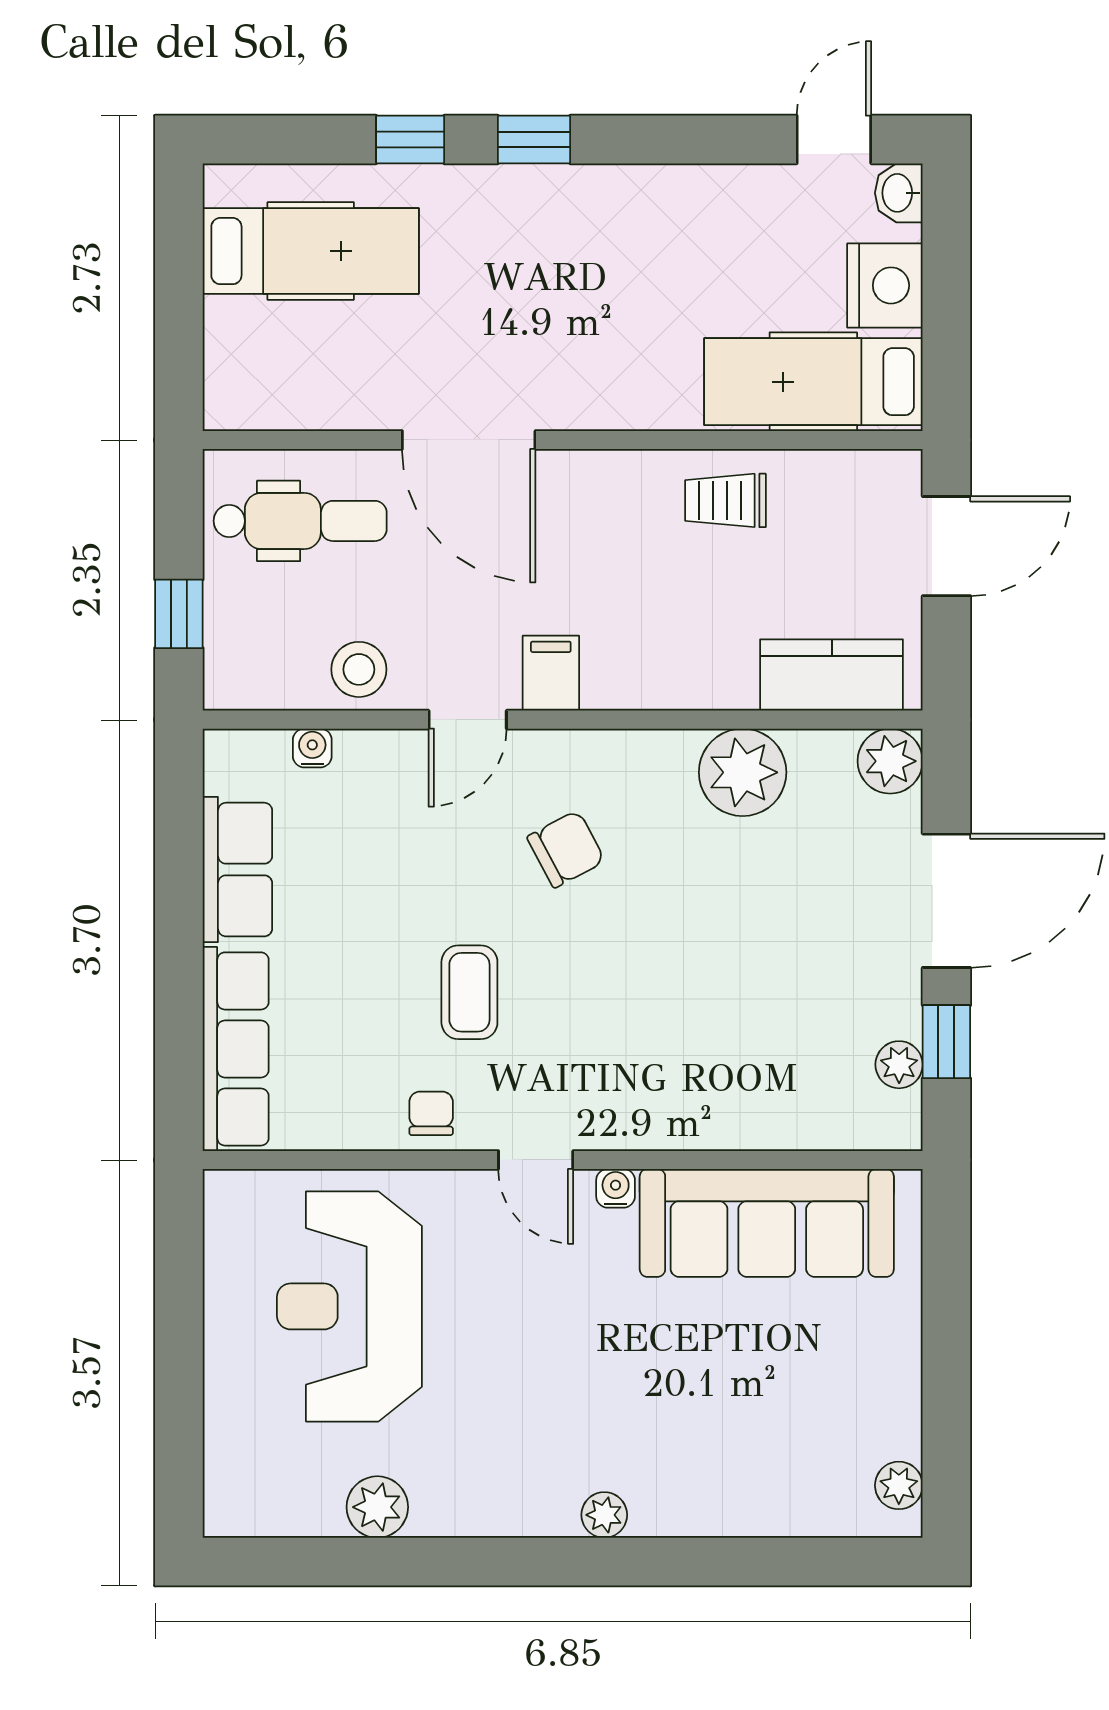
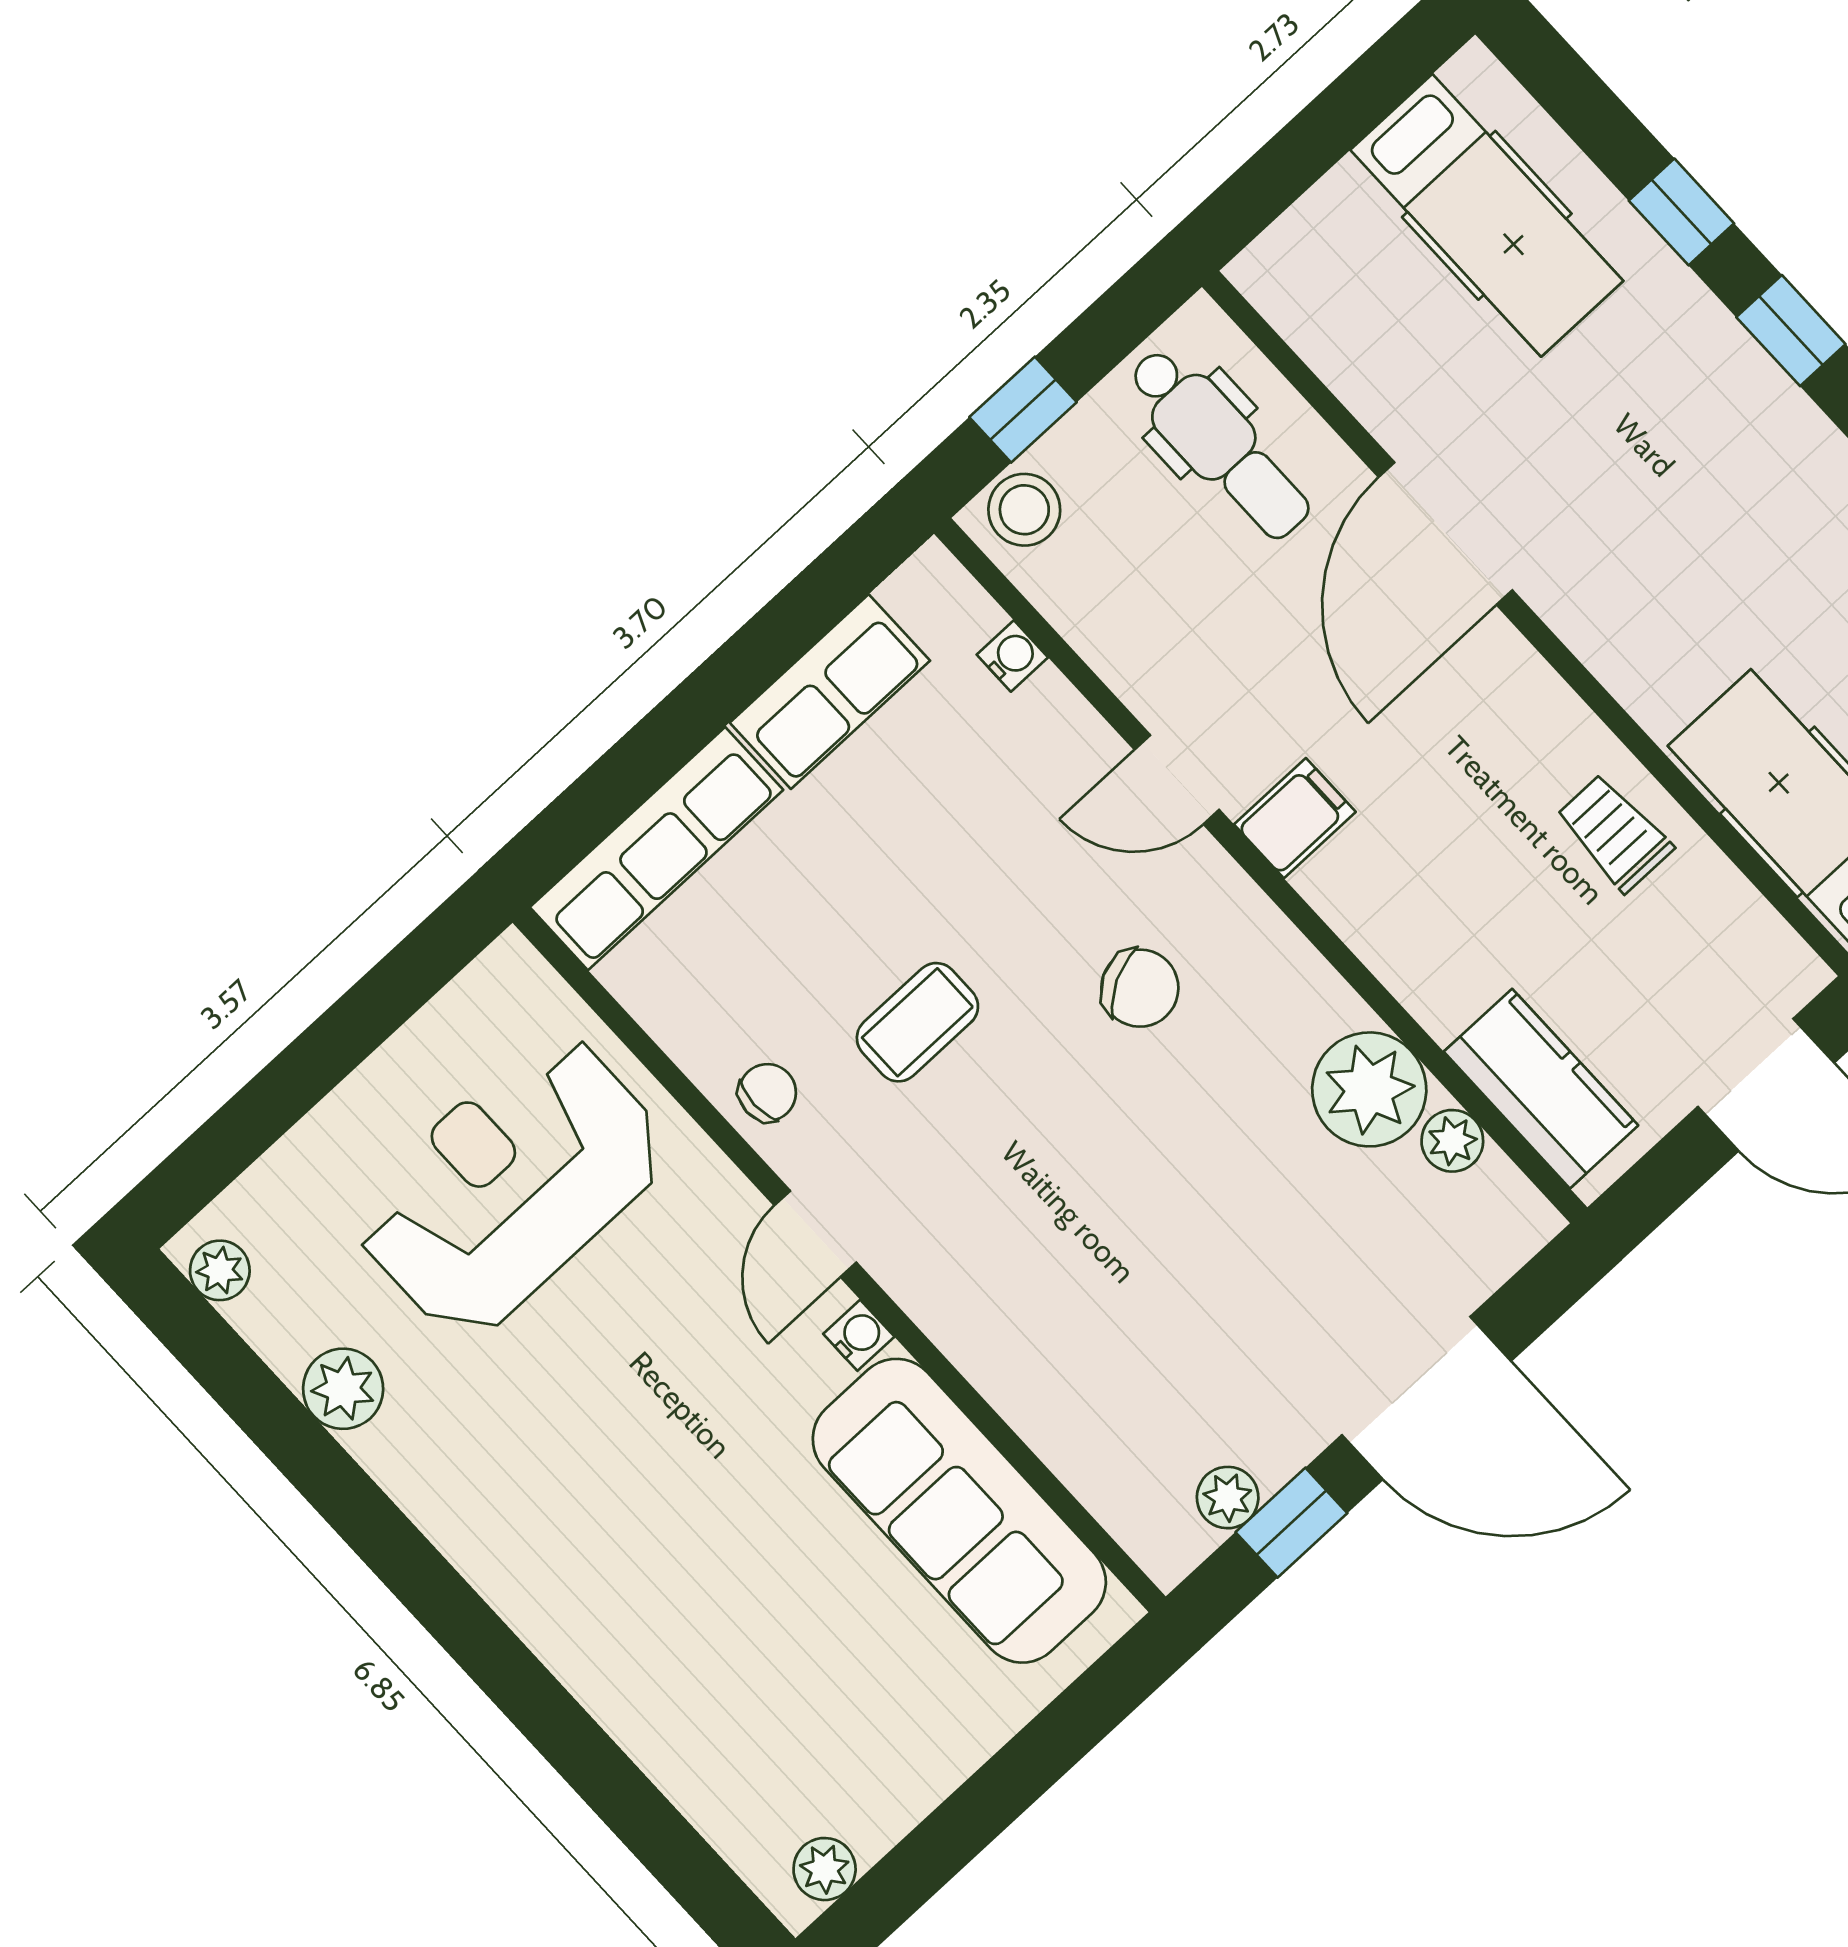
stool: (359, 669) -> (1024, 510), moved
plant: (890, 761) -> (1452, 1141), moved, width x0.73, depth x0.73
plant: (604, 1515) -> (220, 1270), moved

